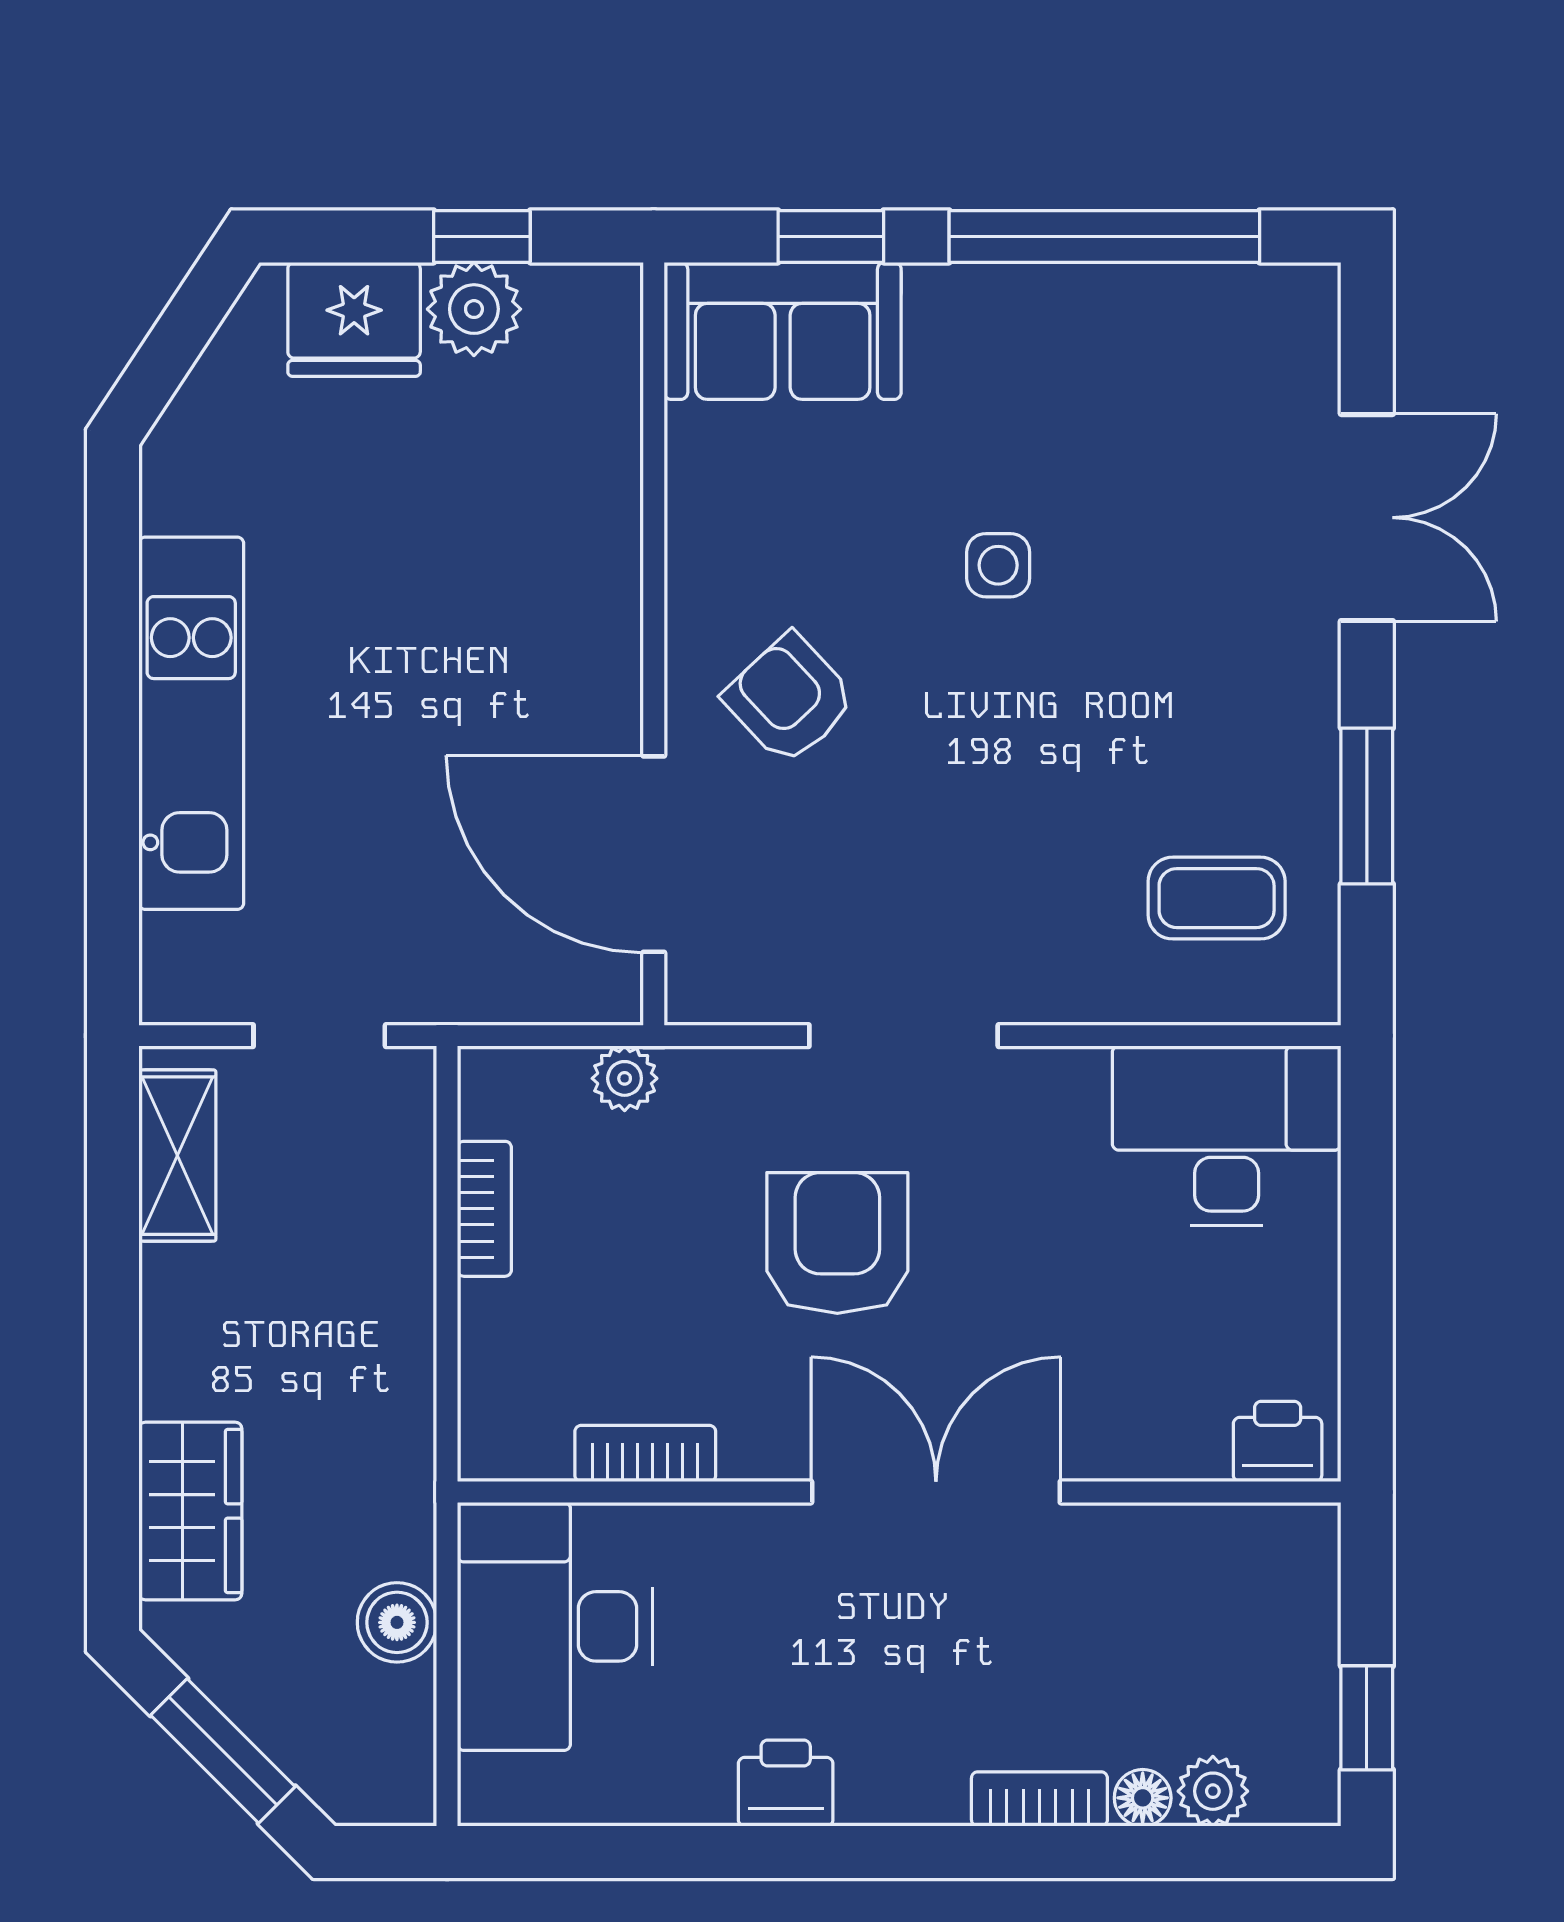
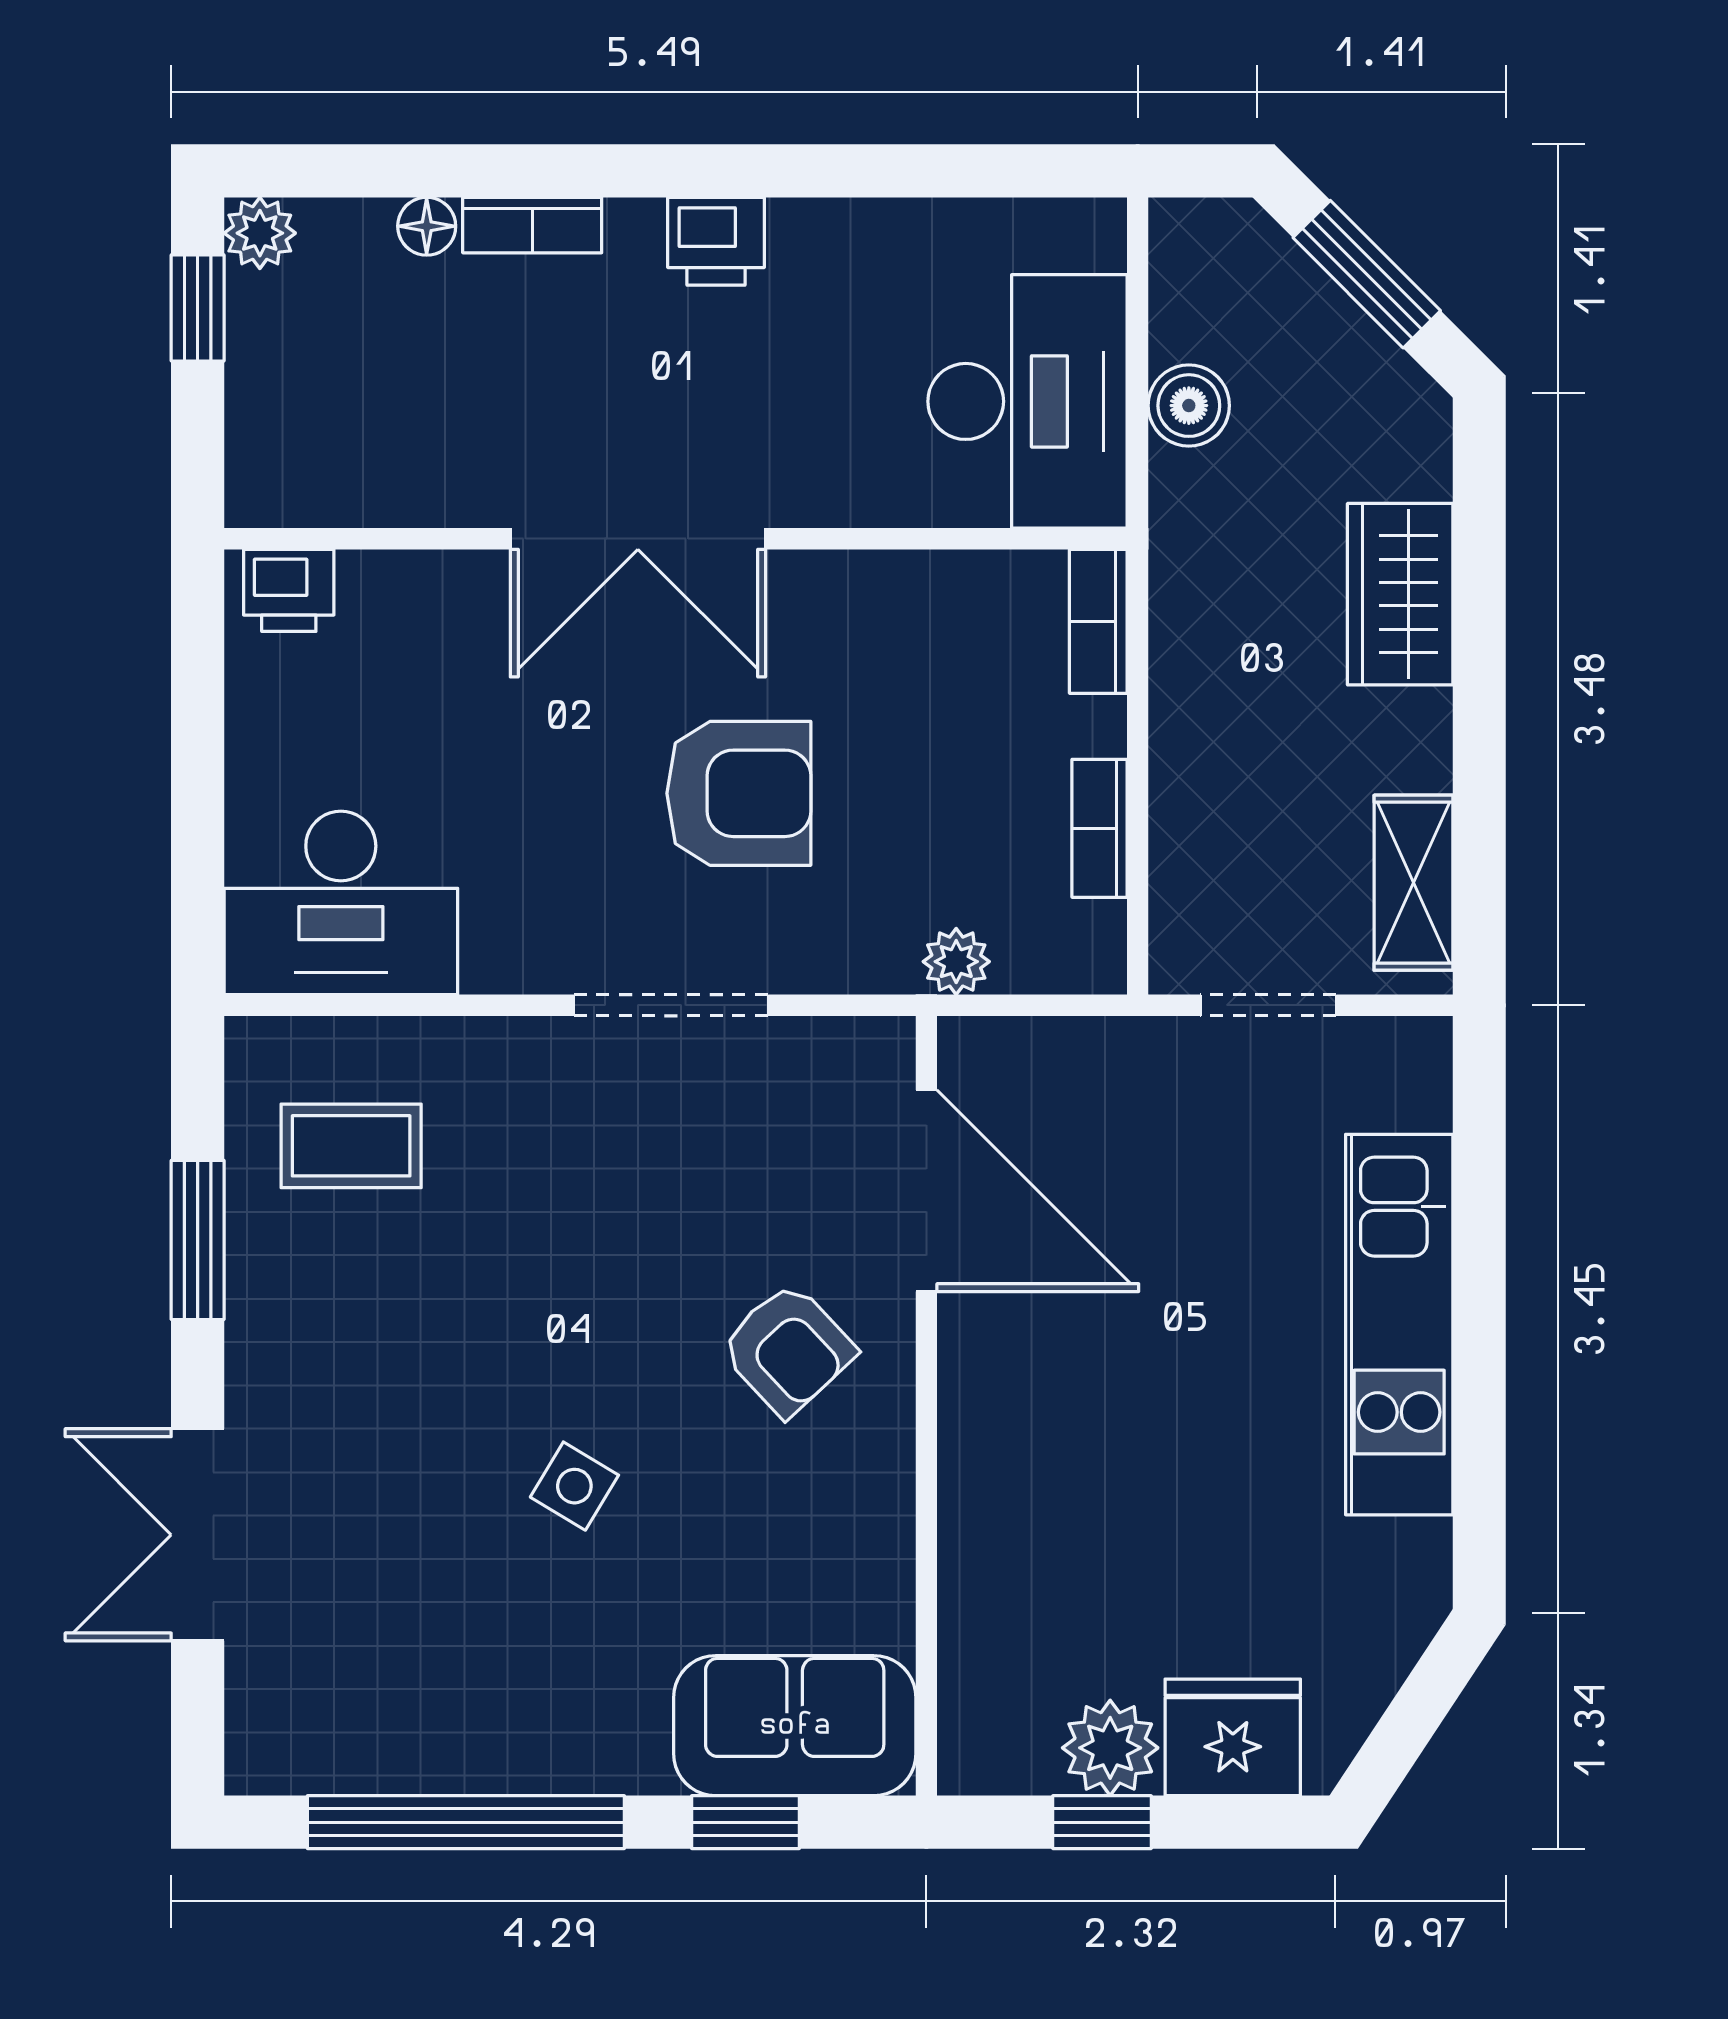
side table: (998, 565) -> (574, 1486), turned 31
armchair: (837, 1243) -> (739, 793), turned -90
bookcase: (645, 1454) -> (1098, 621), moved, turned 90
wardrobe: (190, 1511) -> (1400, 594), moved
printer: (786, 1783) -> (716, 241), moved
plant: (1213, 1791) -> (260, 233), moved

